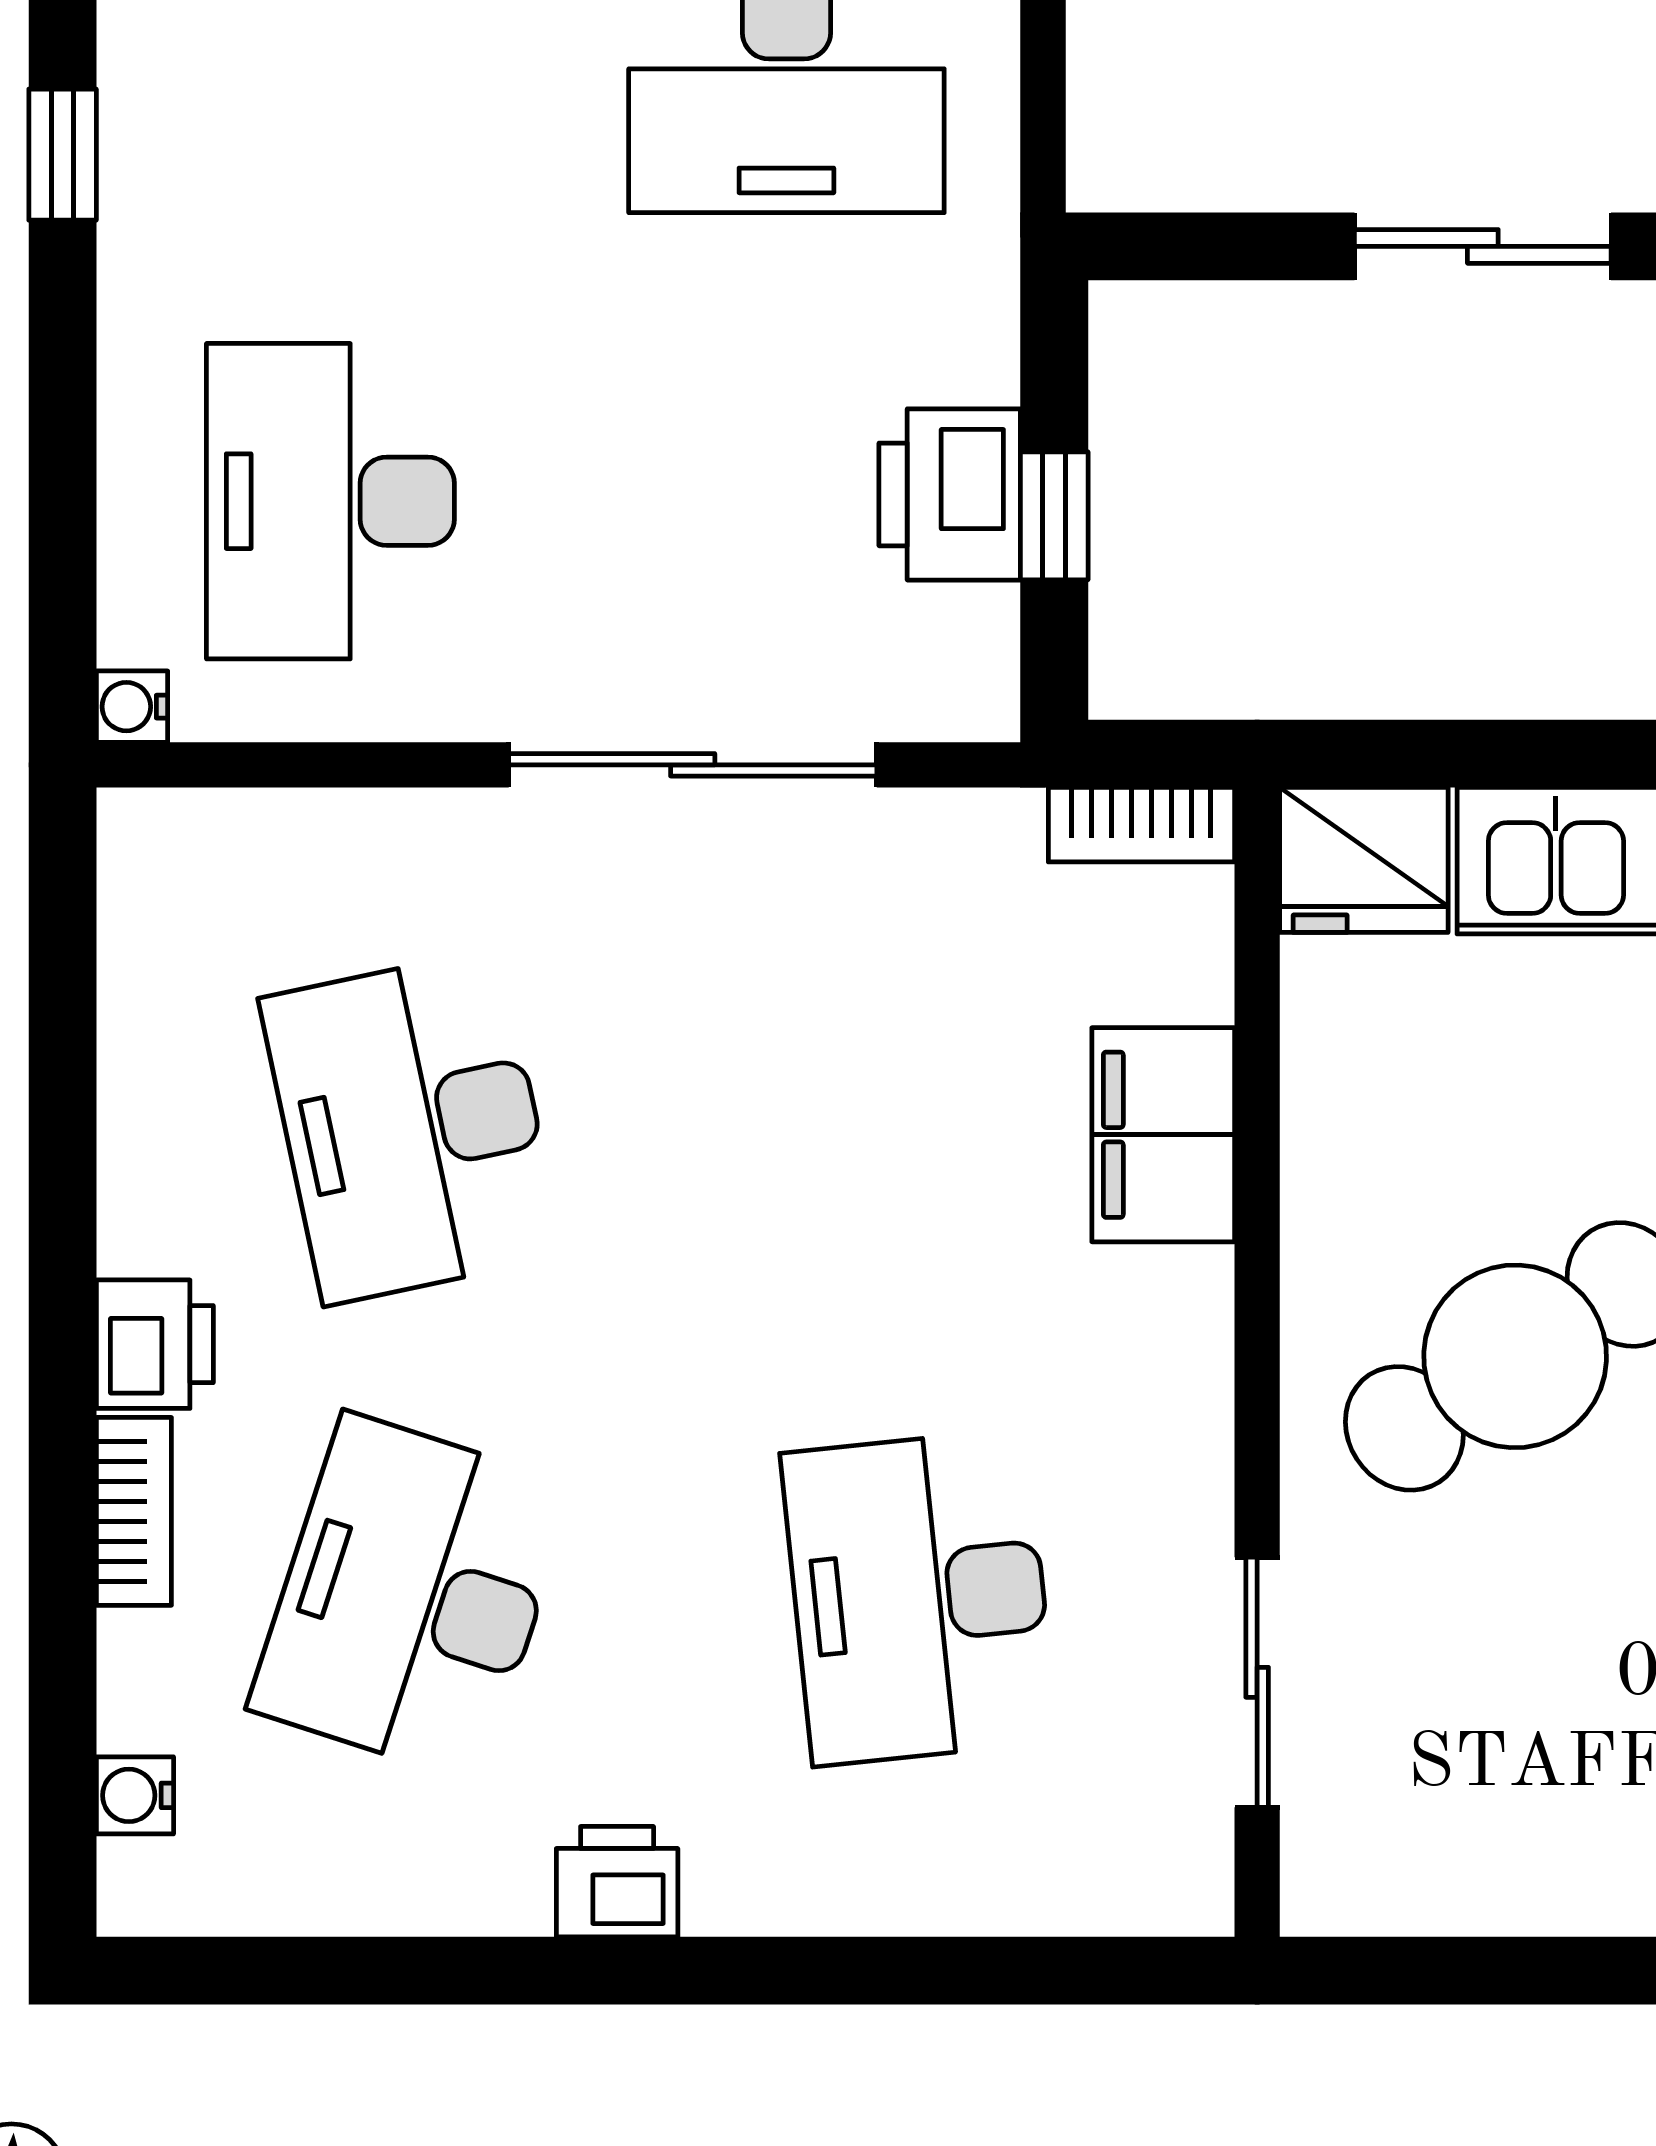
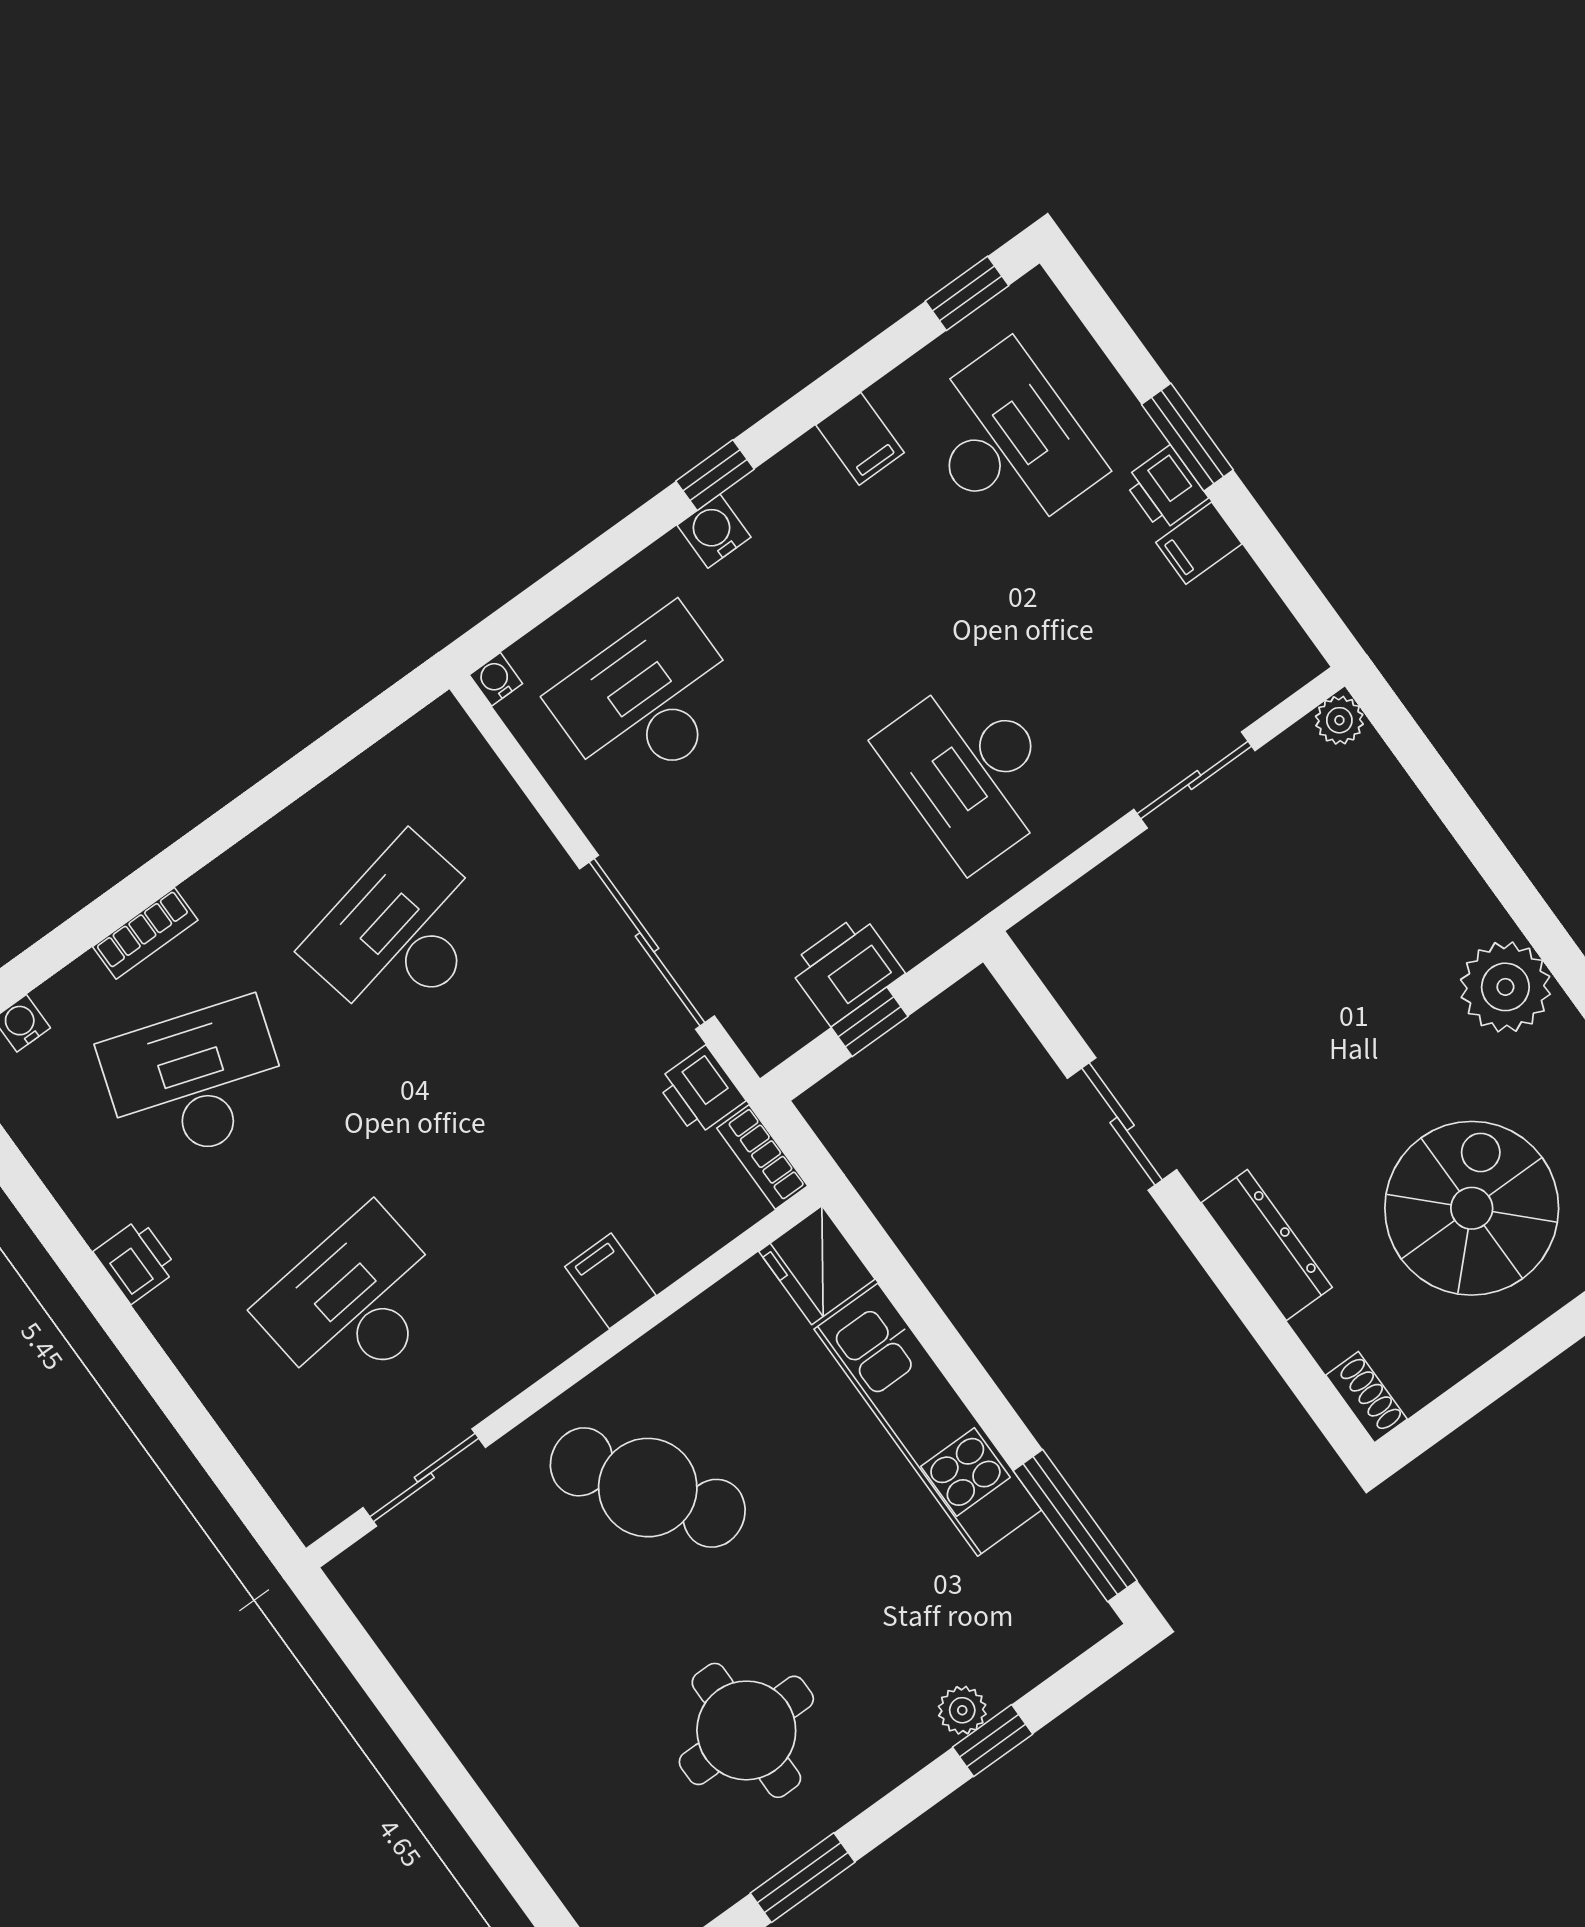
water cooler: (146, 217) -> (714, 531), added
filing cabinet: (1163, 1135) -> (610, 1281), width x0.50
printer: (155, 1344) -> (701, 1091), moved, turned 90

